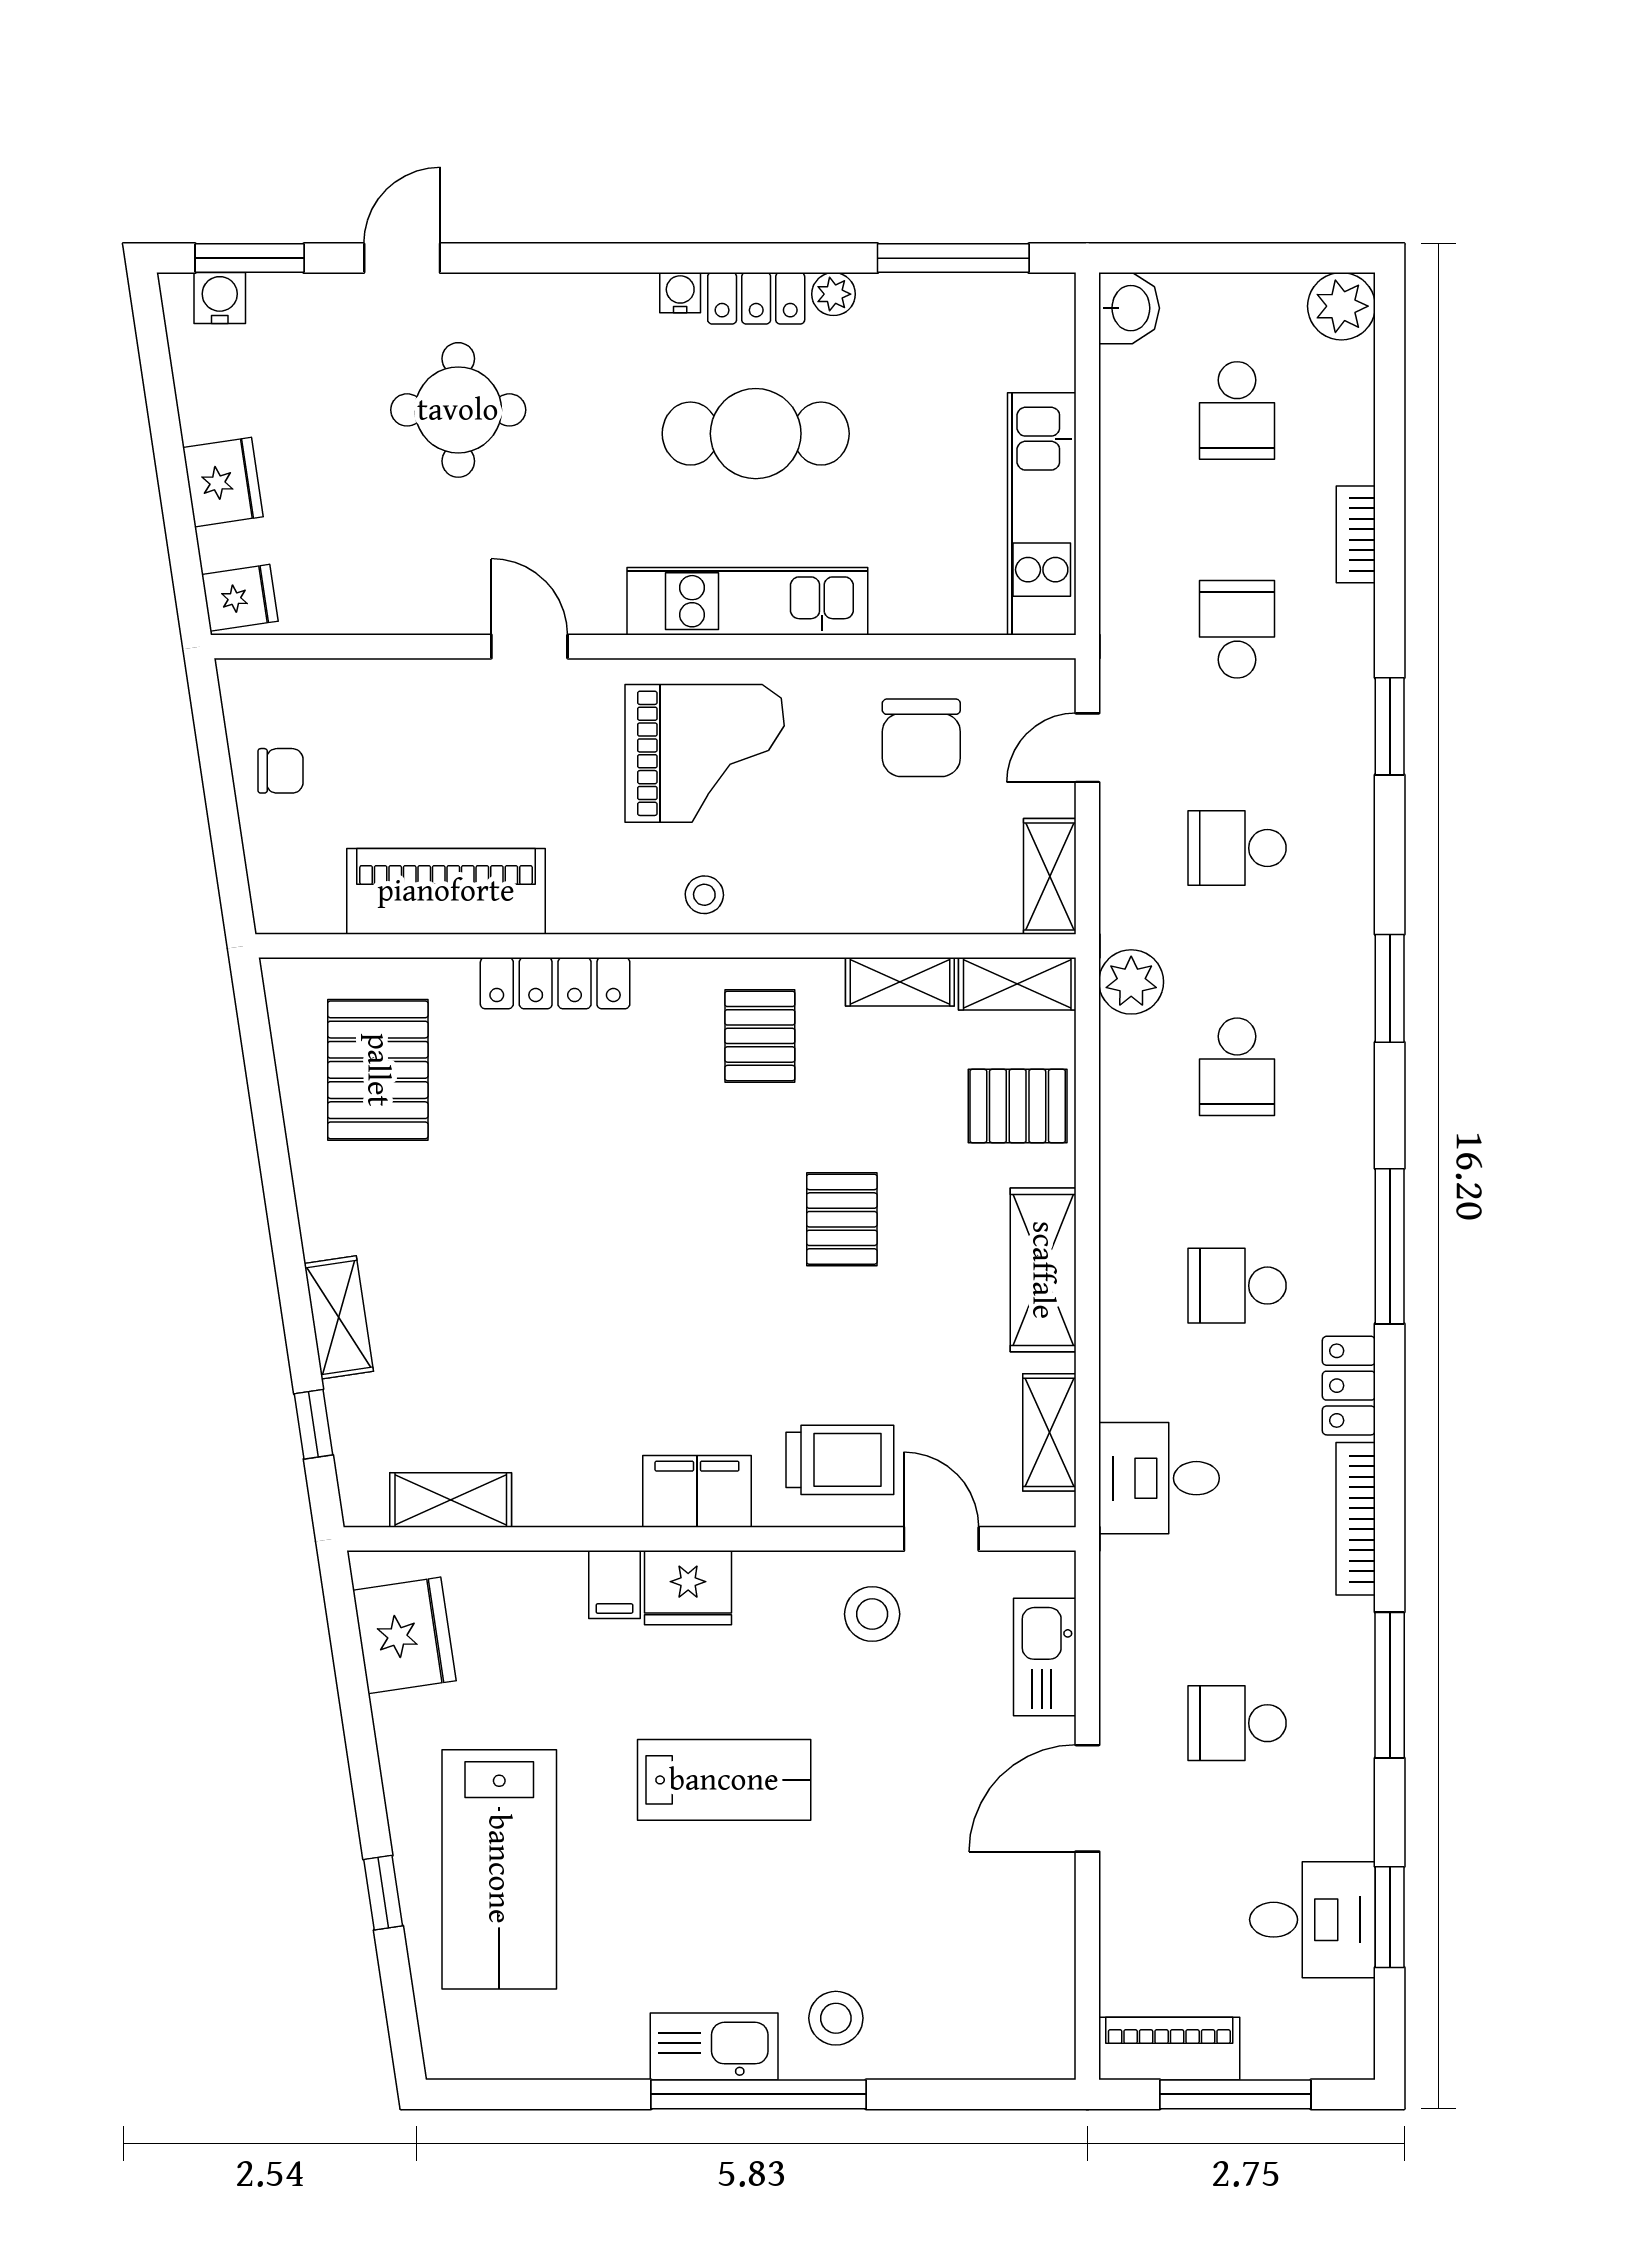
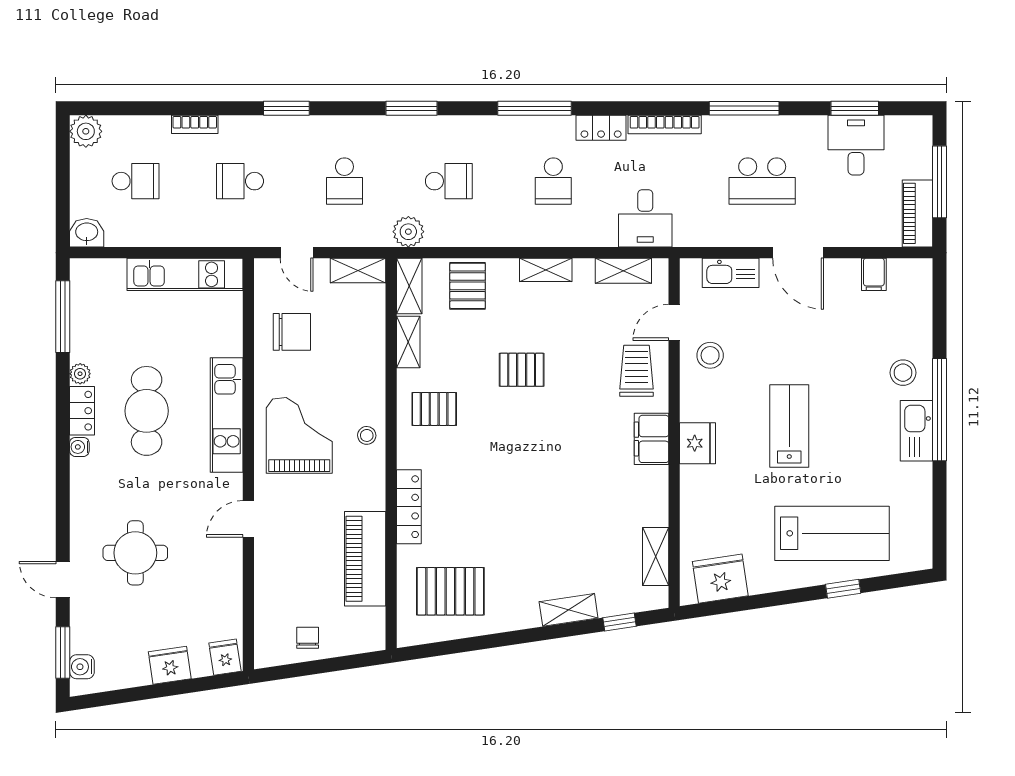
shelving: (1043, 1270) -> (546, 270), width x0.67, depth x0.75
filing cabinet: (614, 1585) -> (874, 274), moved, turned 90
school desk: (1237, 1723) -> (762, 181), width x1.85

